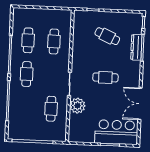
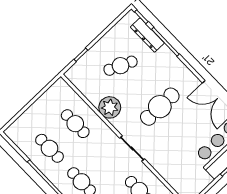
dresser: (136, 47) -> (147, 35), moved
cafe table: (105, 77) -> (160, 107), width x1.37, depth x1.35
plant: (77, 106) -> (110, 107), moved

